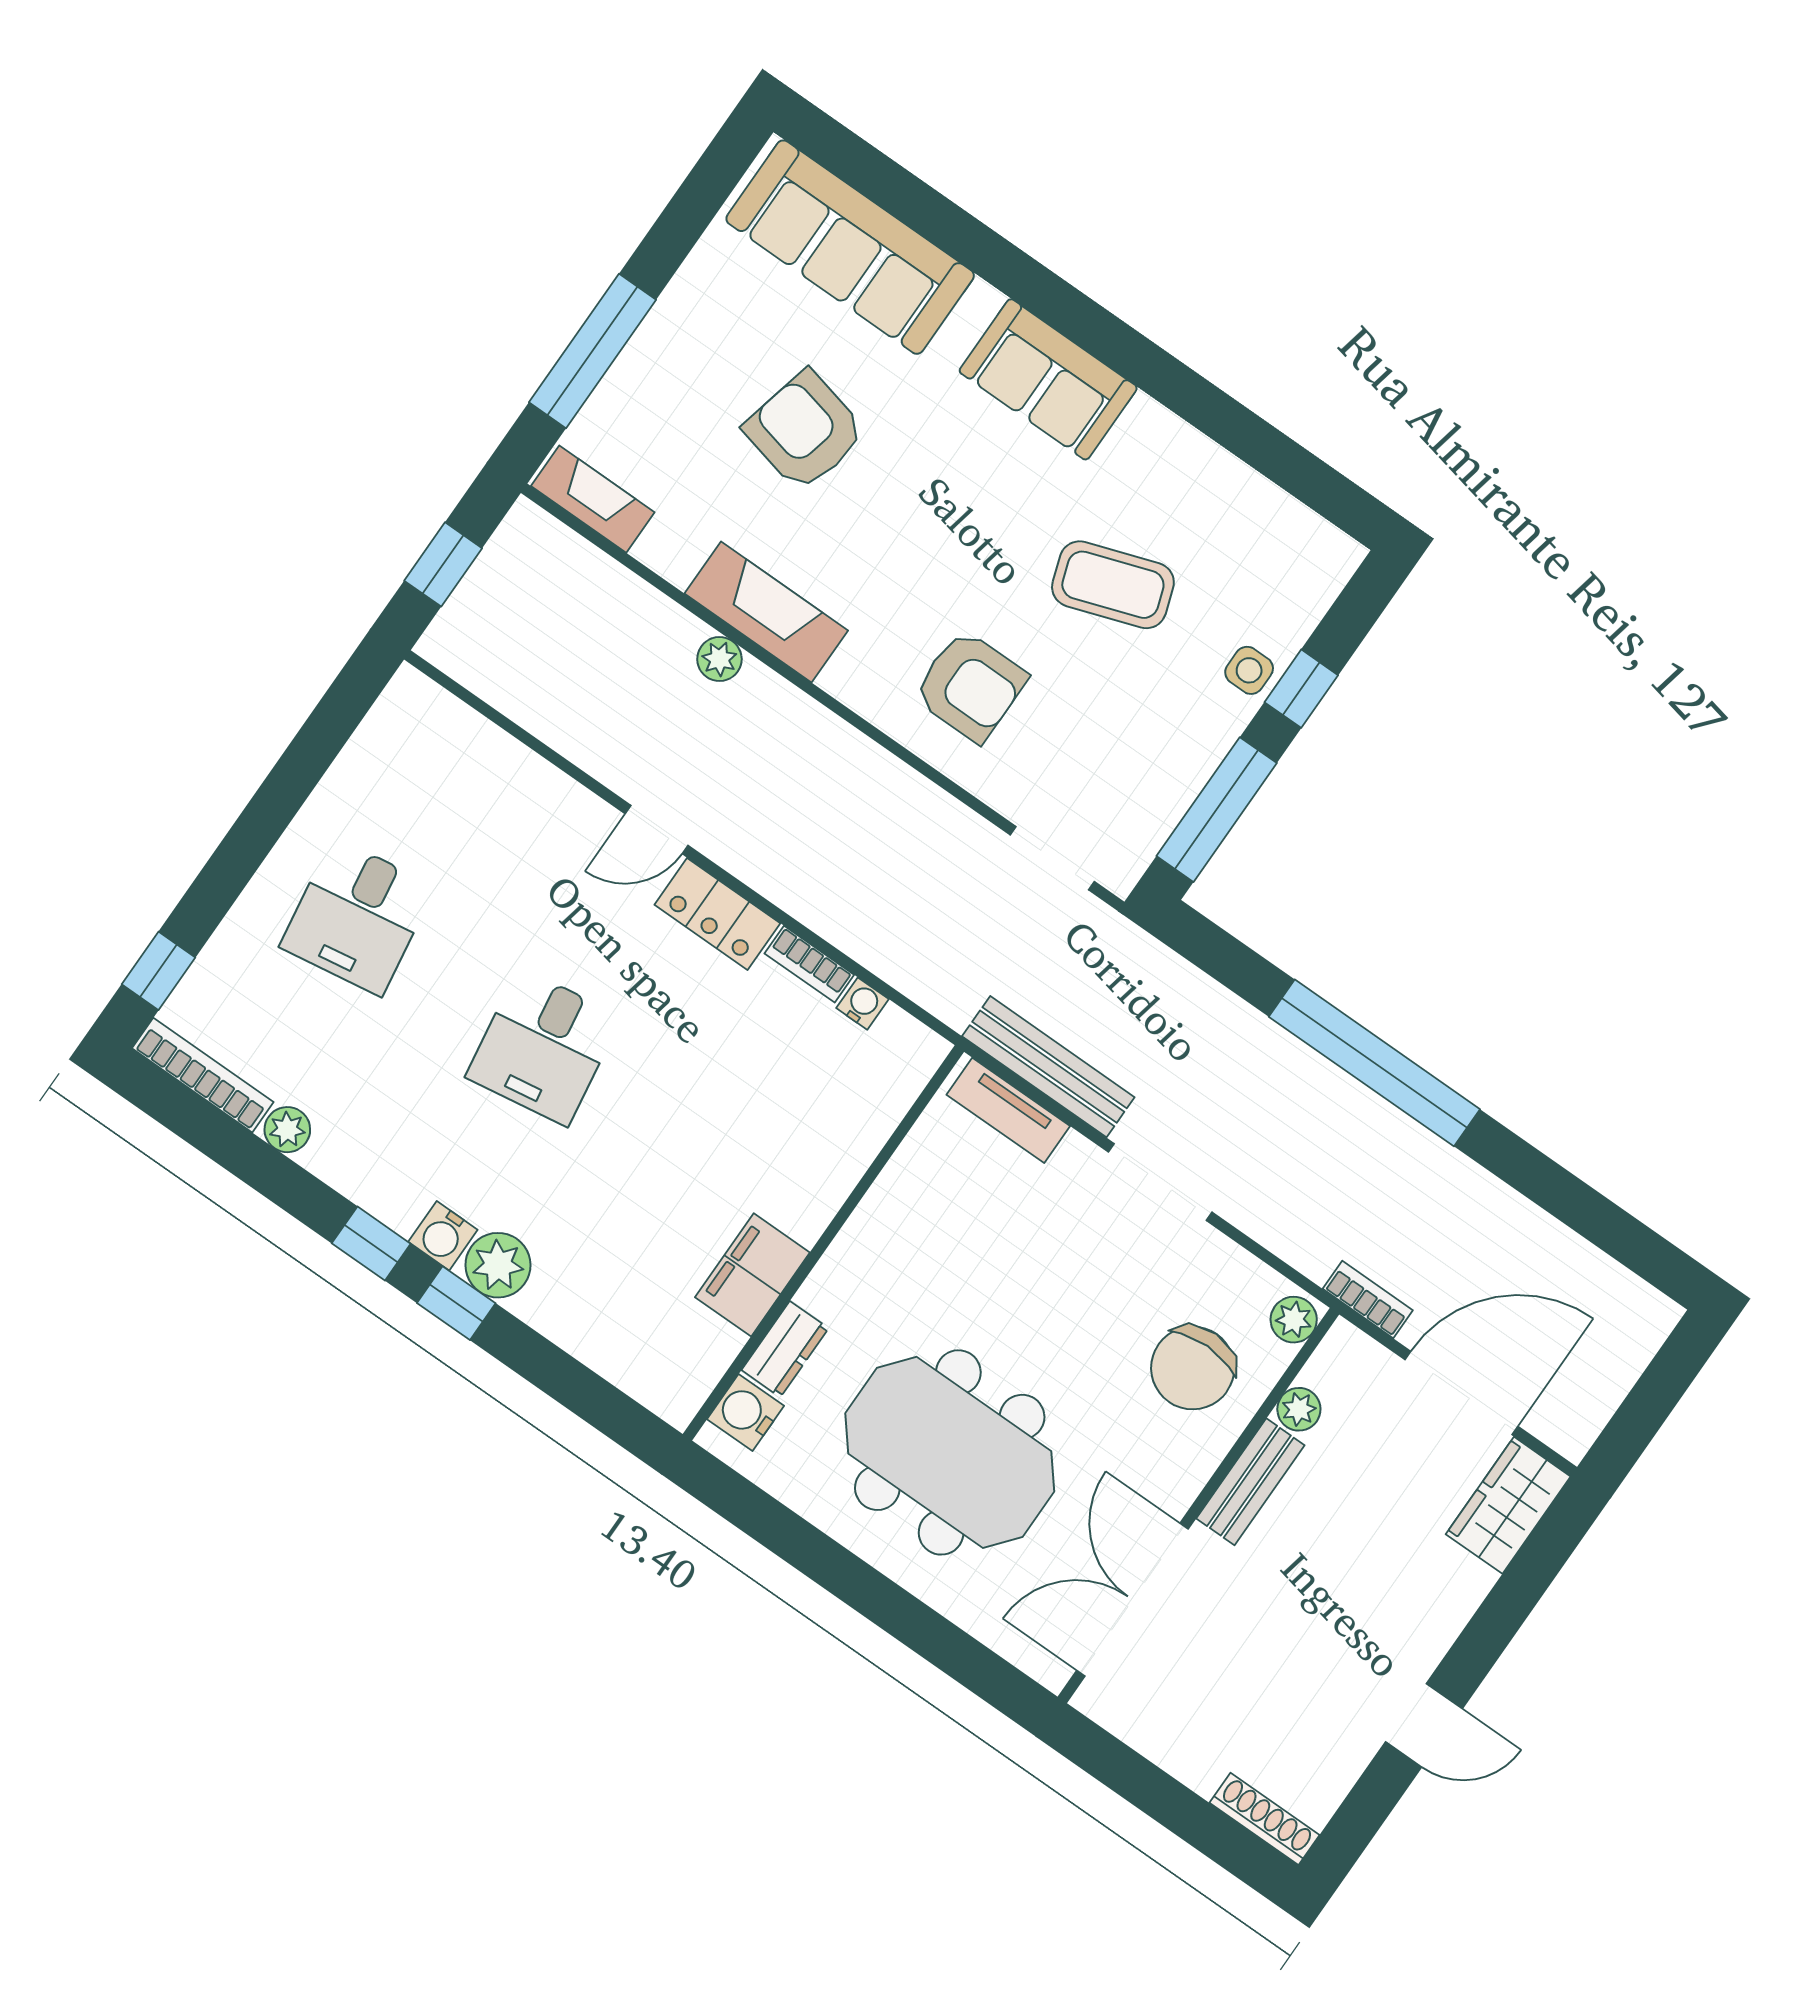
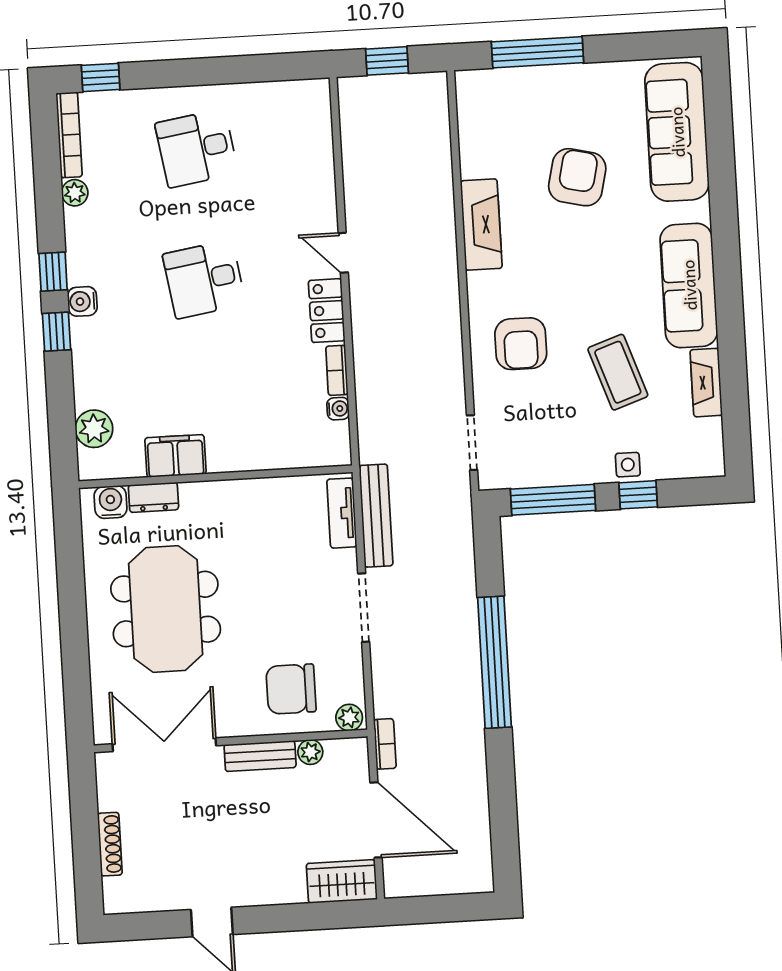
sofa: (1048, 379) -> (689, 285), width x1.36
fireplace: (593, 499) -> (706, 383), moved, turned 180
plant: (719, 659) -> (443, 220), removed
plant: (498, 1265) -> (94, 429), moved
shoe rack: (1264, 1819) -> (110, 844), moved

